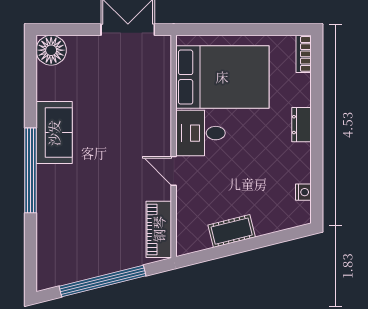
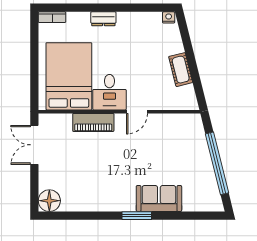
sofa: (54, 133) -> (159, 199), moved
window: (31, 170) -> (137, 216), width x0.47
nightstand: (303, 192) -> (169, 17), moved
piano: (159, 229) -> (93, 122), moved

